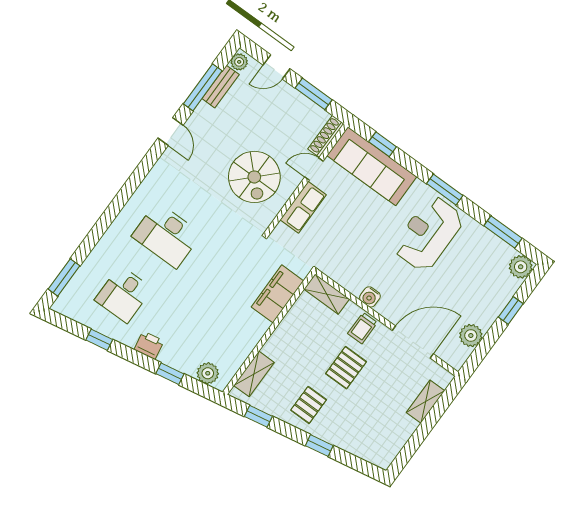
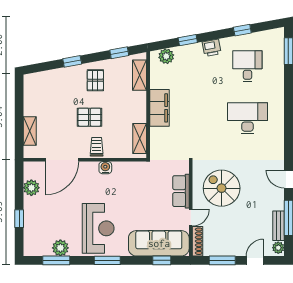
plant: (521, 267) -> (60, 248), moved
filing cabinet: (278, 294) -> (159, 108), moved
shelving: (327, 294) -> (140, 138), moved, turned 90
pallet: (346, 368) -> (89, 117), turned 90

